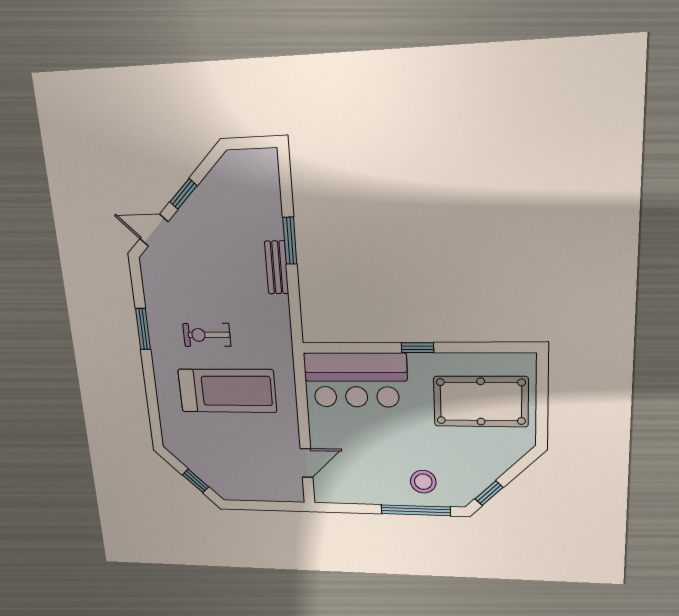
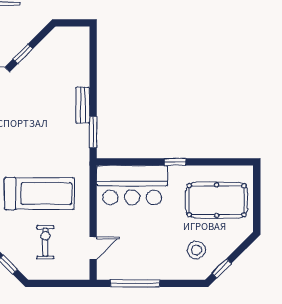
window: (290, 241) -> (93, 132), moved
exercise bike: (207, 335) -> (45, 242), moved, turned 90
stool: (423, 482) -> (196, 250), moved
window: (416, 510) -> (135, 283), moved

